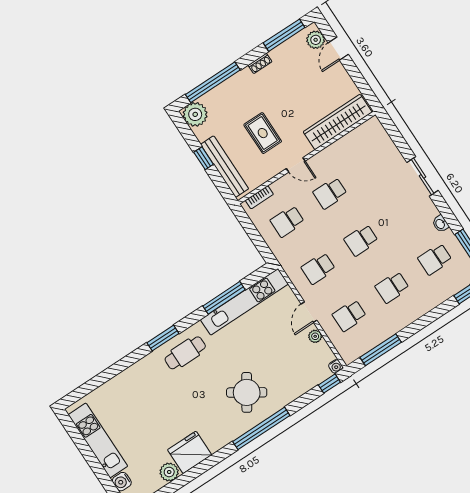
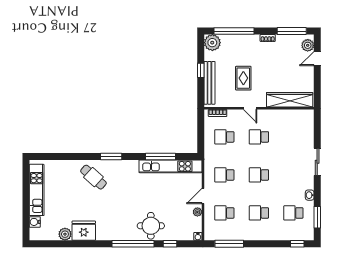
cafe table: (185, 353) -> (93, 177), moved, turned 42
window: (329, 384) -> (170, 244), moved
round table: (247, 392) -> (151, 226), moved, turned -33

